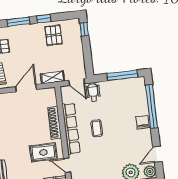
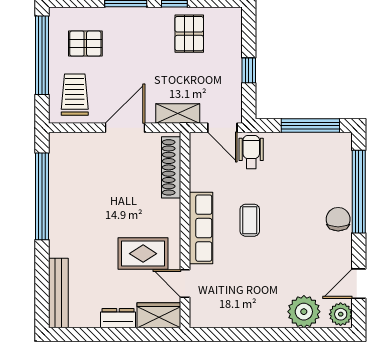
window: (84, 29) -> (249, 70), moved
shoe rack: (55, 123) -> (171, 167), moved
row of seats: (71, 129) -> (201, 228), width x0.73

